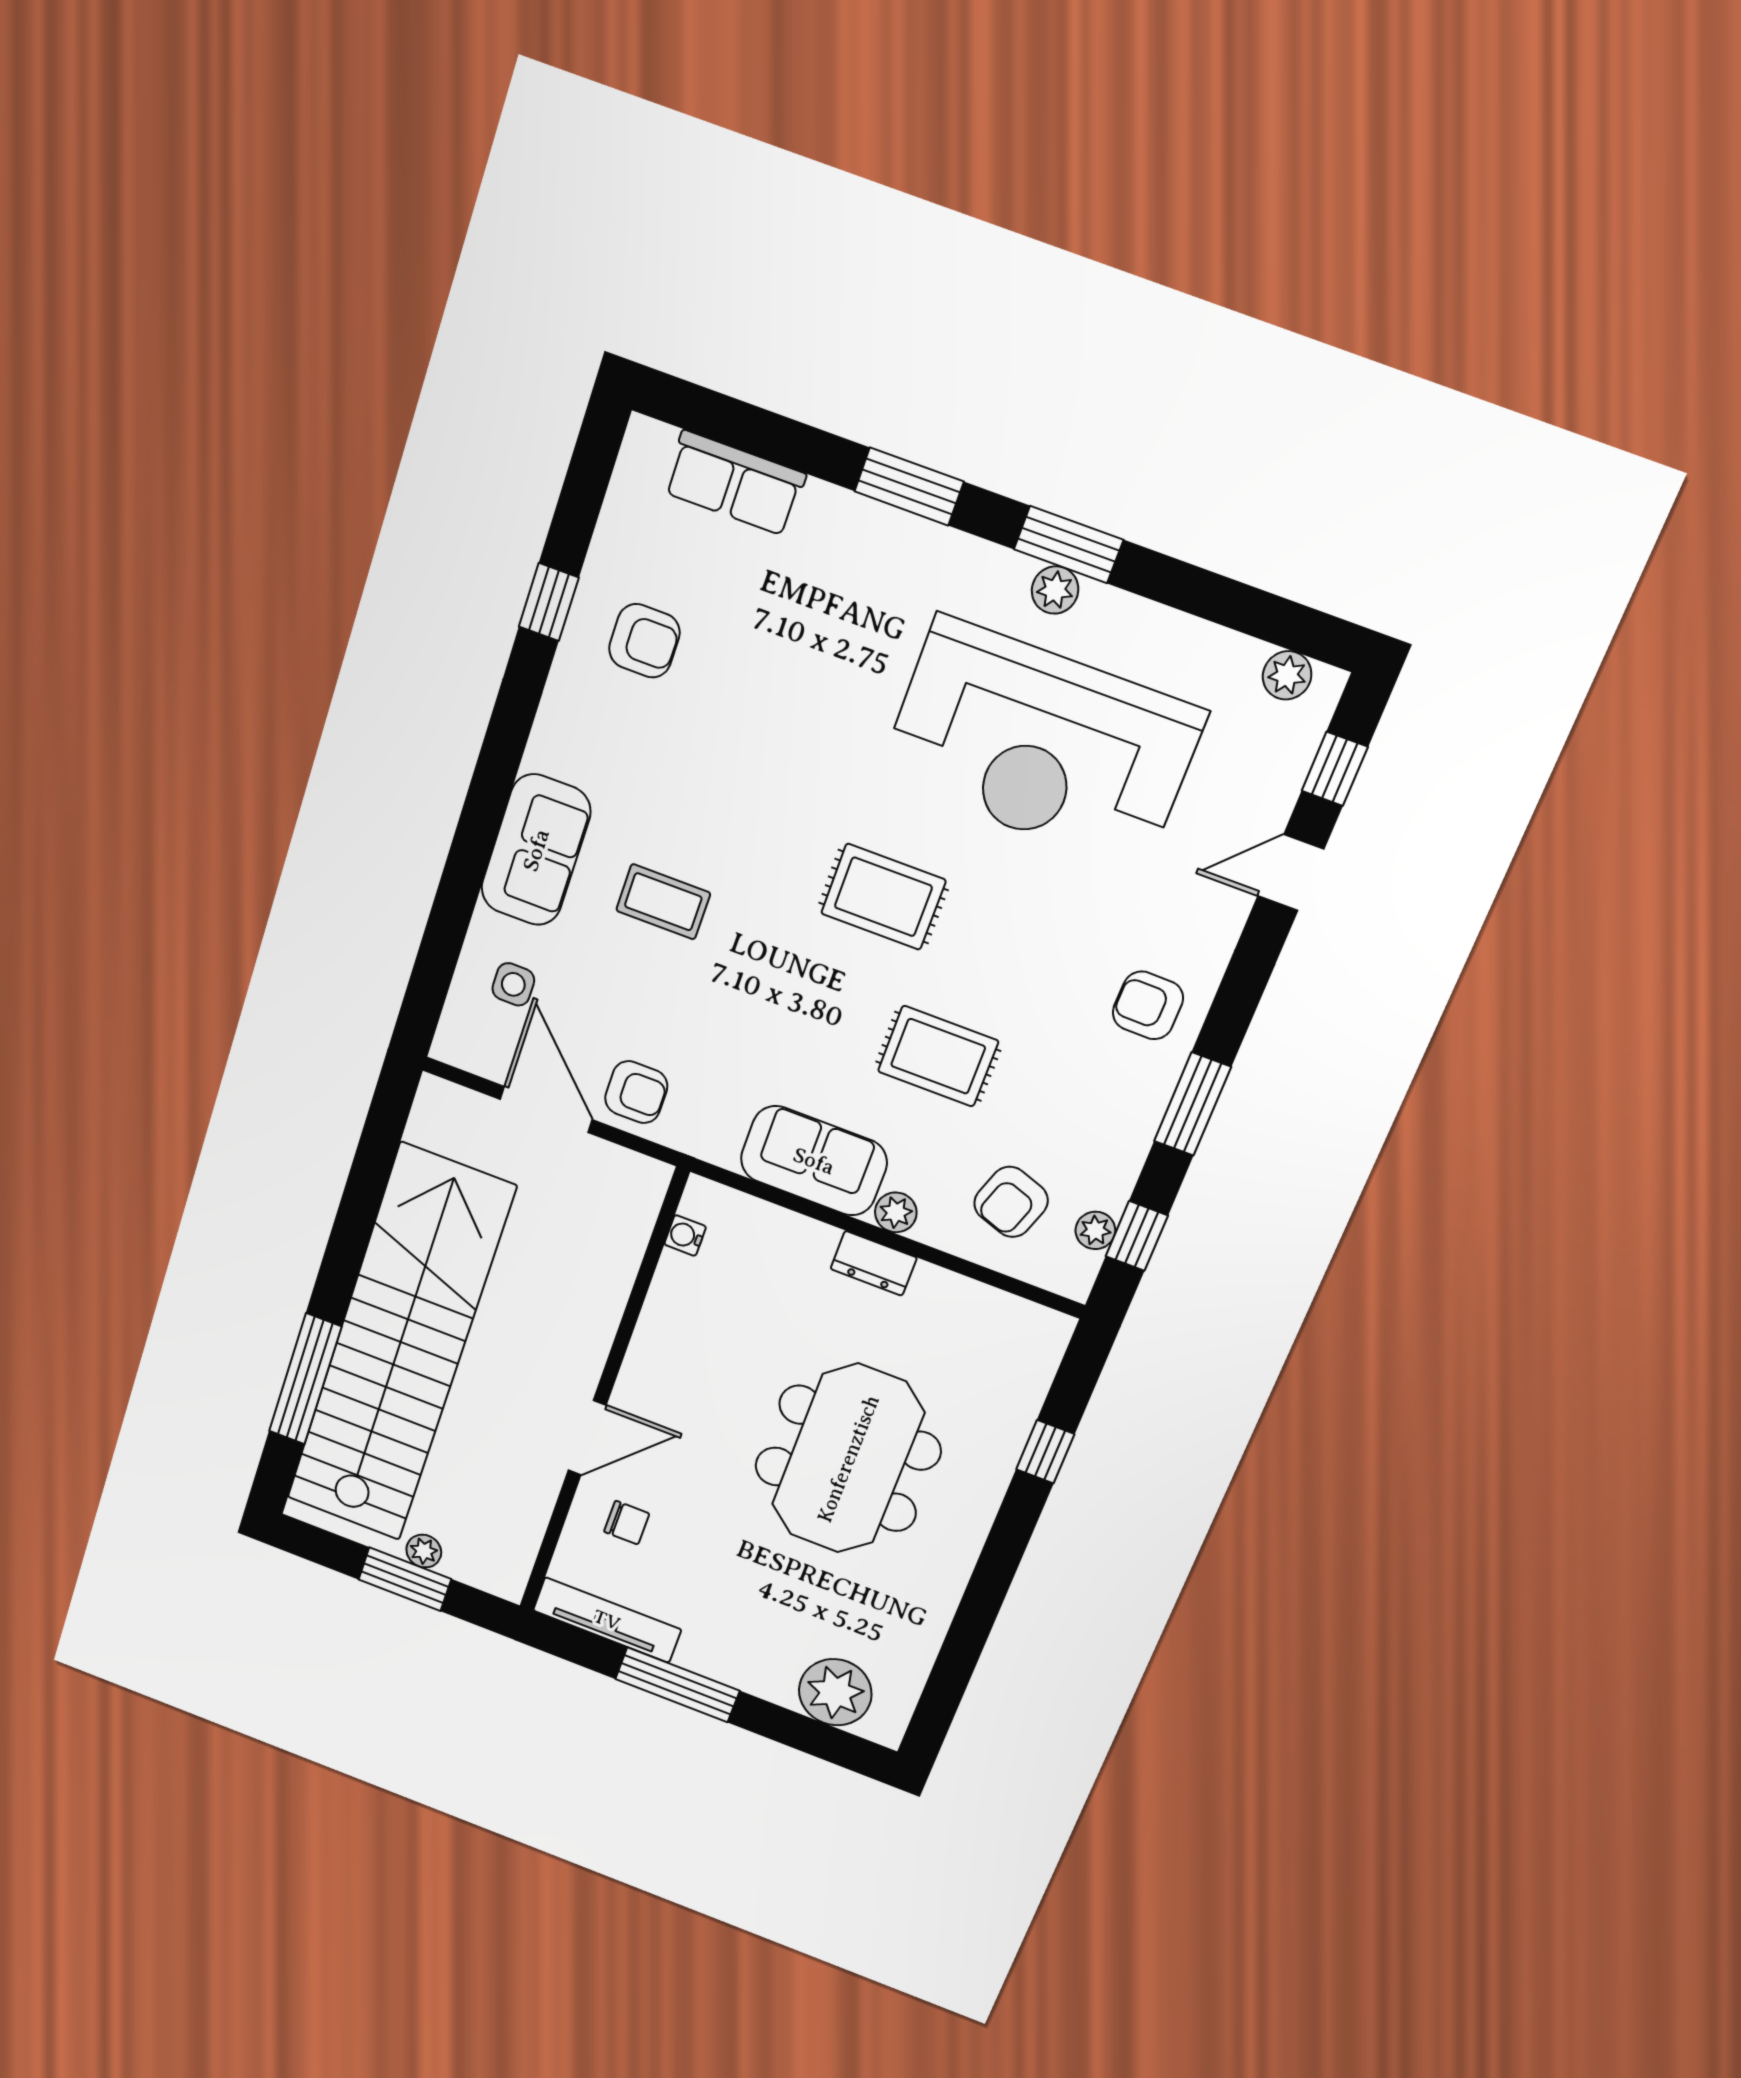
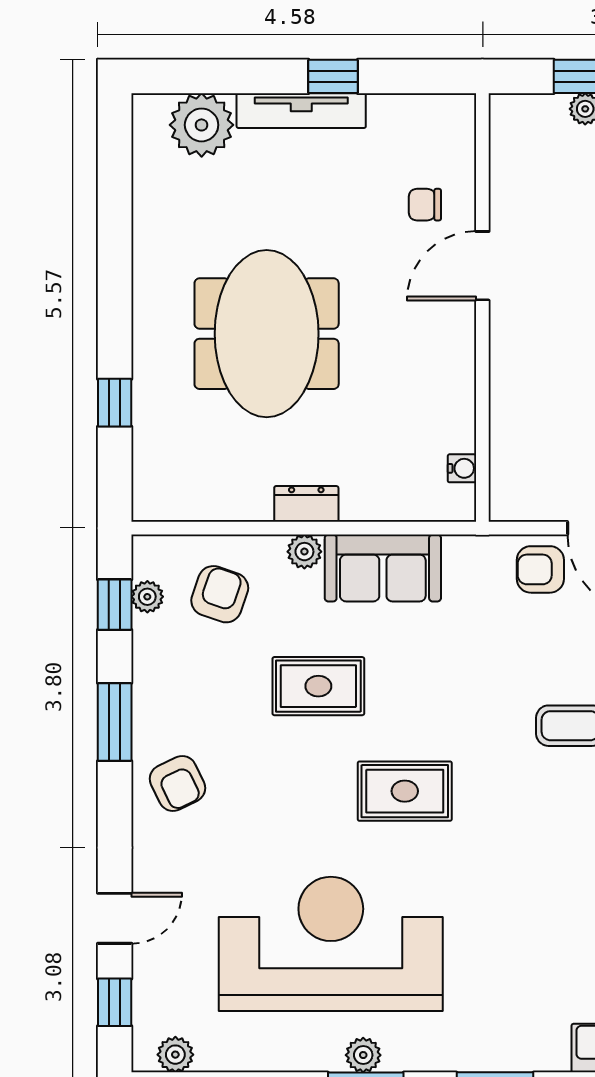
armchair: (1148, 1005) -> (178, 783), turned 63
tv unit: (607, 1620) -> (301, 111), moved
window: (677, 1685) -> (333, 76), width x0.46

